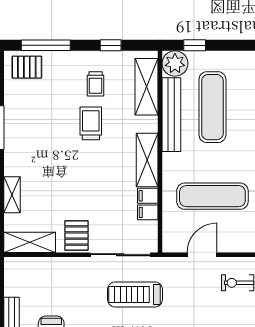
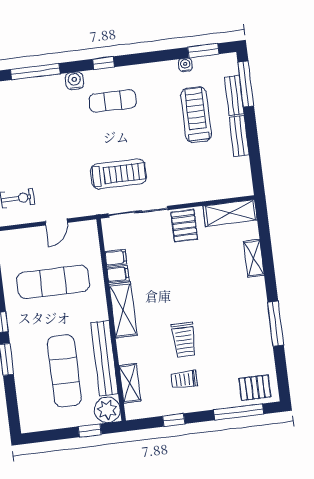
trolley: (96, 84) -> (184, 379), turned -90
shelving: (147, 87) -> (130, 383), width x0.67, depth x0.75
door: (202, 255) -> (56, 222), width x0.73

